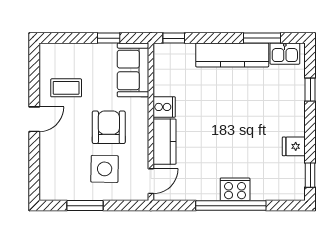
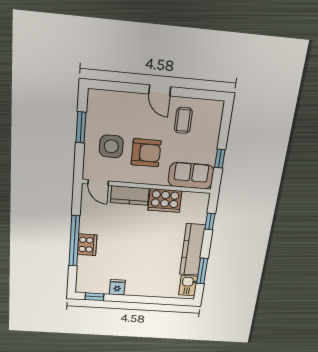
window: (174, 38) -> (210, 221), moved
window: (310, 90) -> (159, 300), removed
cooker: (164, 107) -> (165, 200), width x1.87, depth x1.31

